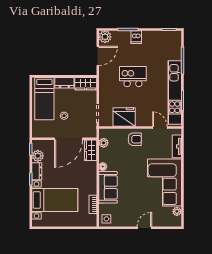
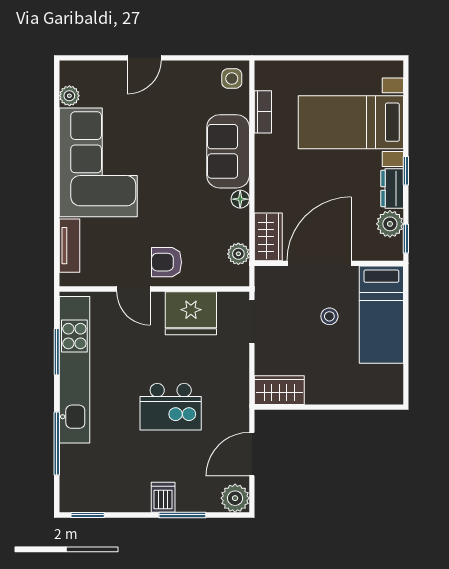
dresser: (64, 83) -> (329, 392), removed
bed: (44, 99) -> (381, 315), moved, turned 180
door: (160, 128) -> (133, 289), moved

